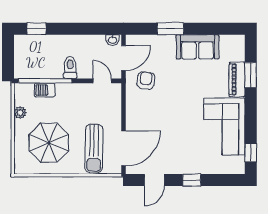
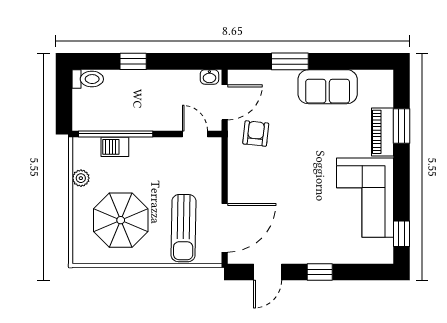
window: (36, 29) -> (133, 61), moved
toilet: (70, 67) -> (88, 79), moved, turned 90

